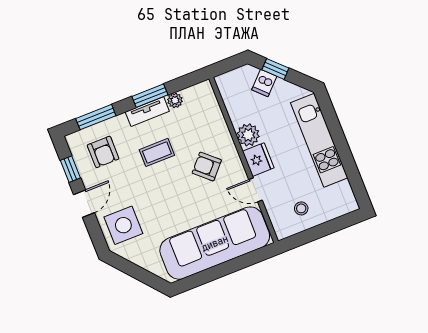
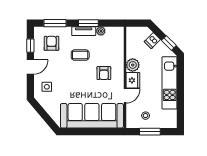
window: (275, 69) -> (169, 43), moved
armchair: (103, 152) -> (51, 43), turned 180
armchair: (207, 167) -> (104, 73), turned -132
door: (256, 190) -> (125, 96), swing flipped
side table: (123, 225) -> (47, 87), width x0.54, depth x0.54
window: (318, 232) -> (150, 132), added

